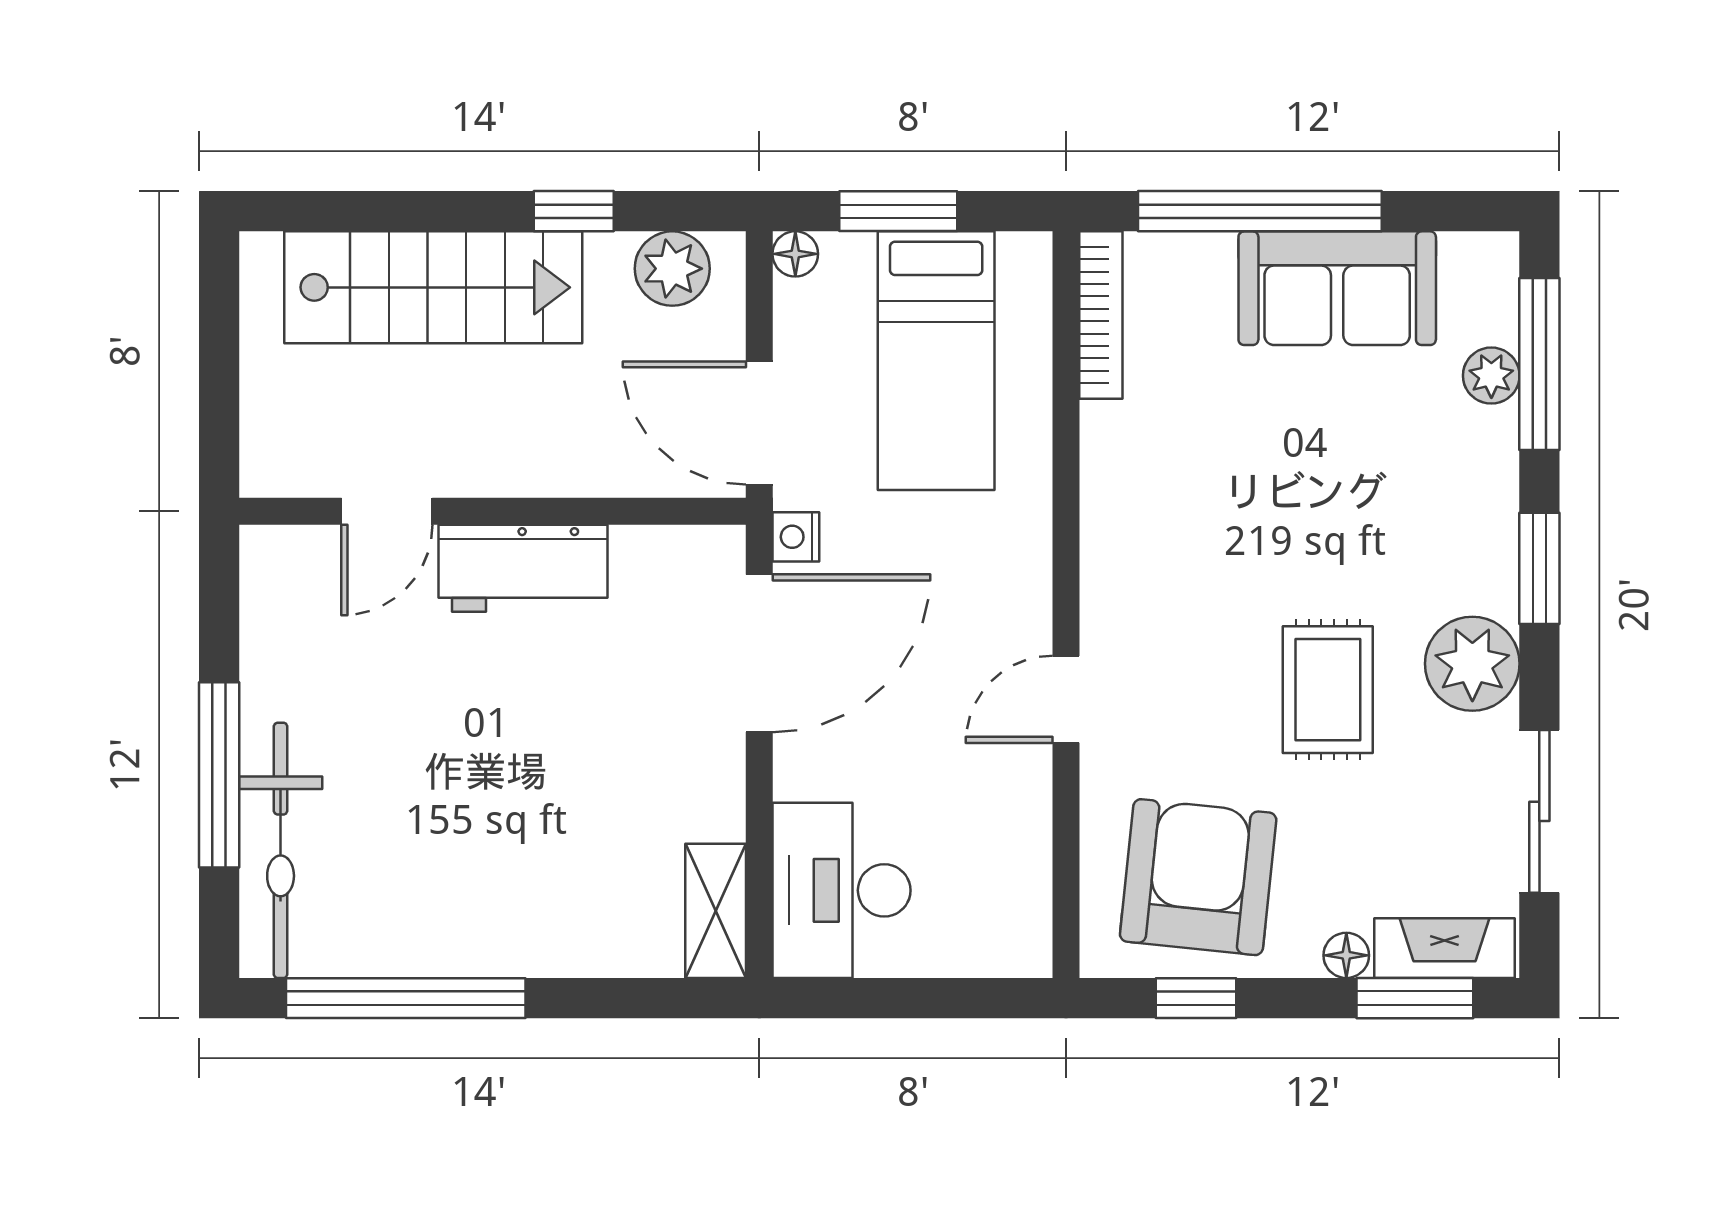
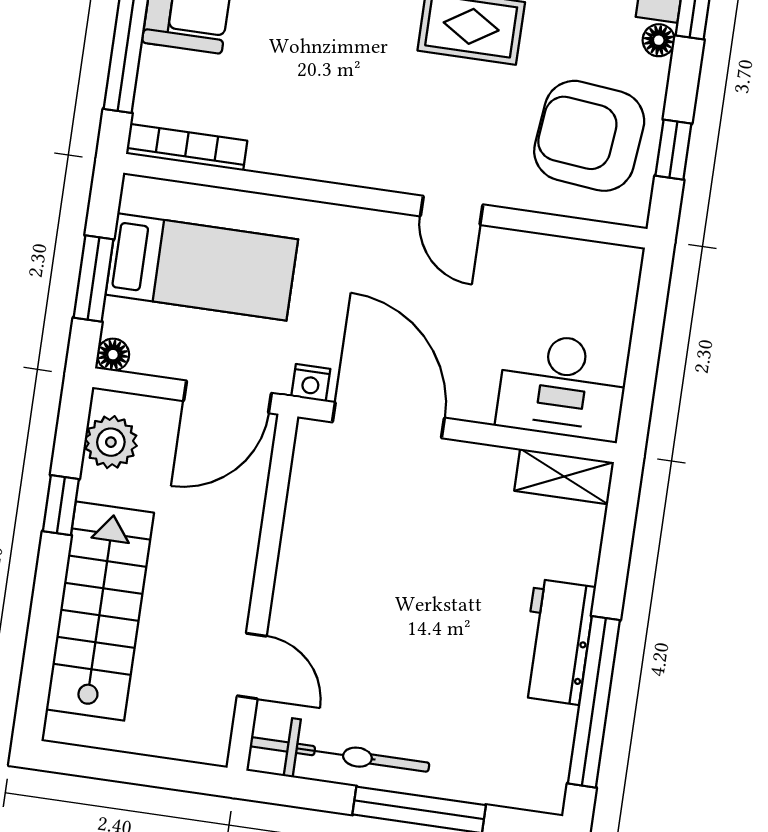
workbench: (523, 568) -> (557, 642), moved, turned 180
bicycle: (281, 850) -> (340, 755), moved

